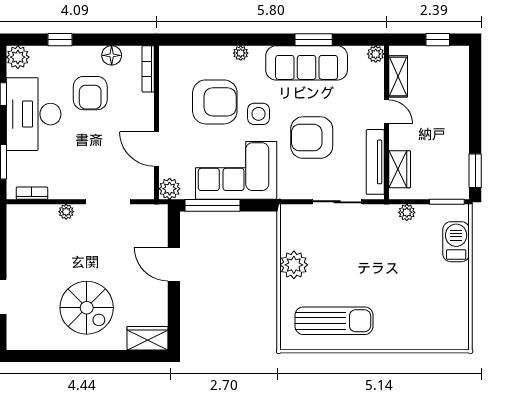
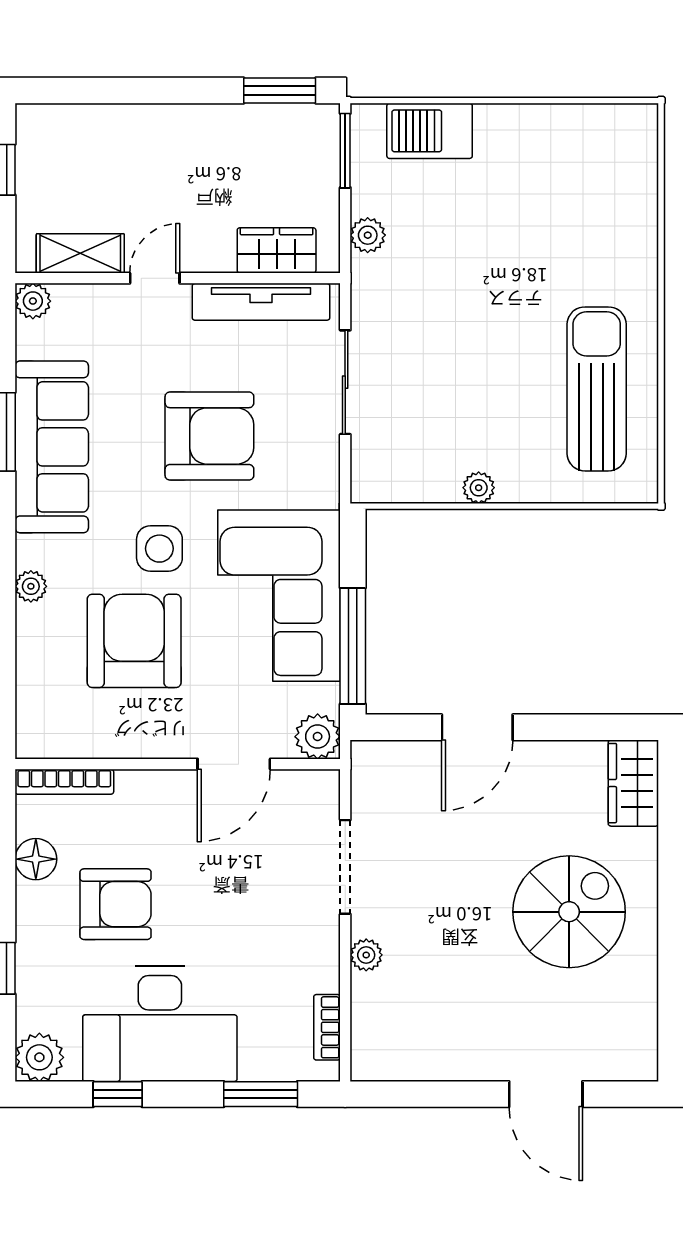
armchair: (312, 138) -> (209, 436), turned -90
plant: (294, 265) -> (479, 488), width x0.53, depth x0.53

